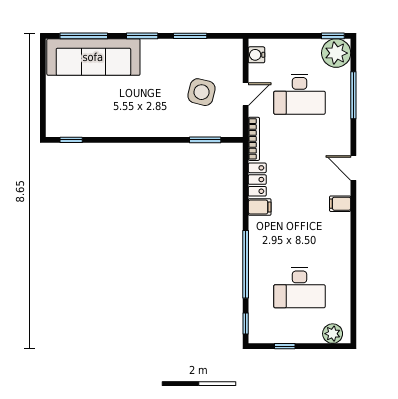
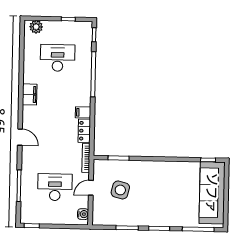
plant: (336, 53) -> (30, 214), removed
sofa: (93, 57) -> (212, 193), moved, turned -90
filing cabinet: (340, 204) -> (30, 94), moved, width x2.00

